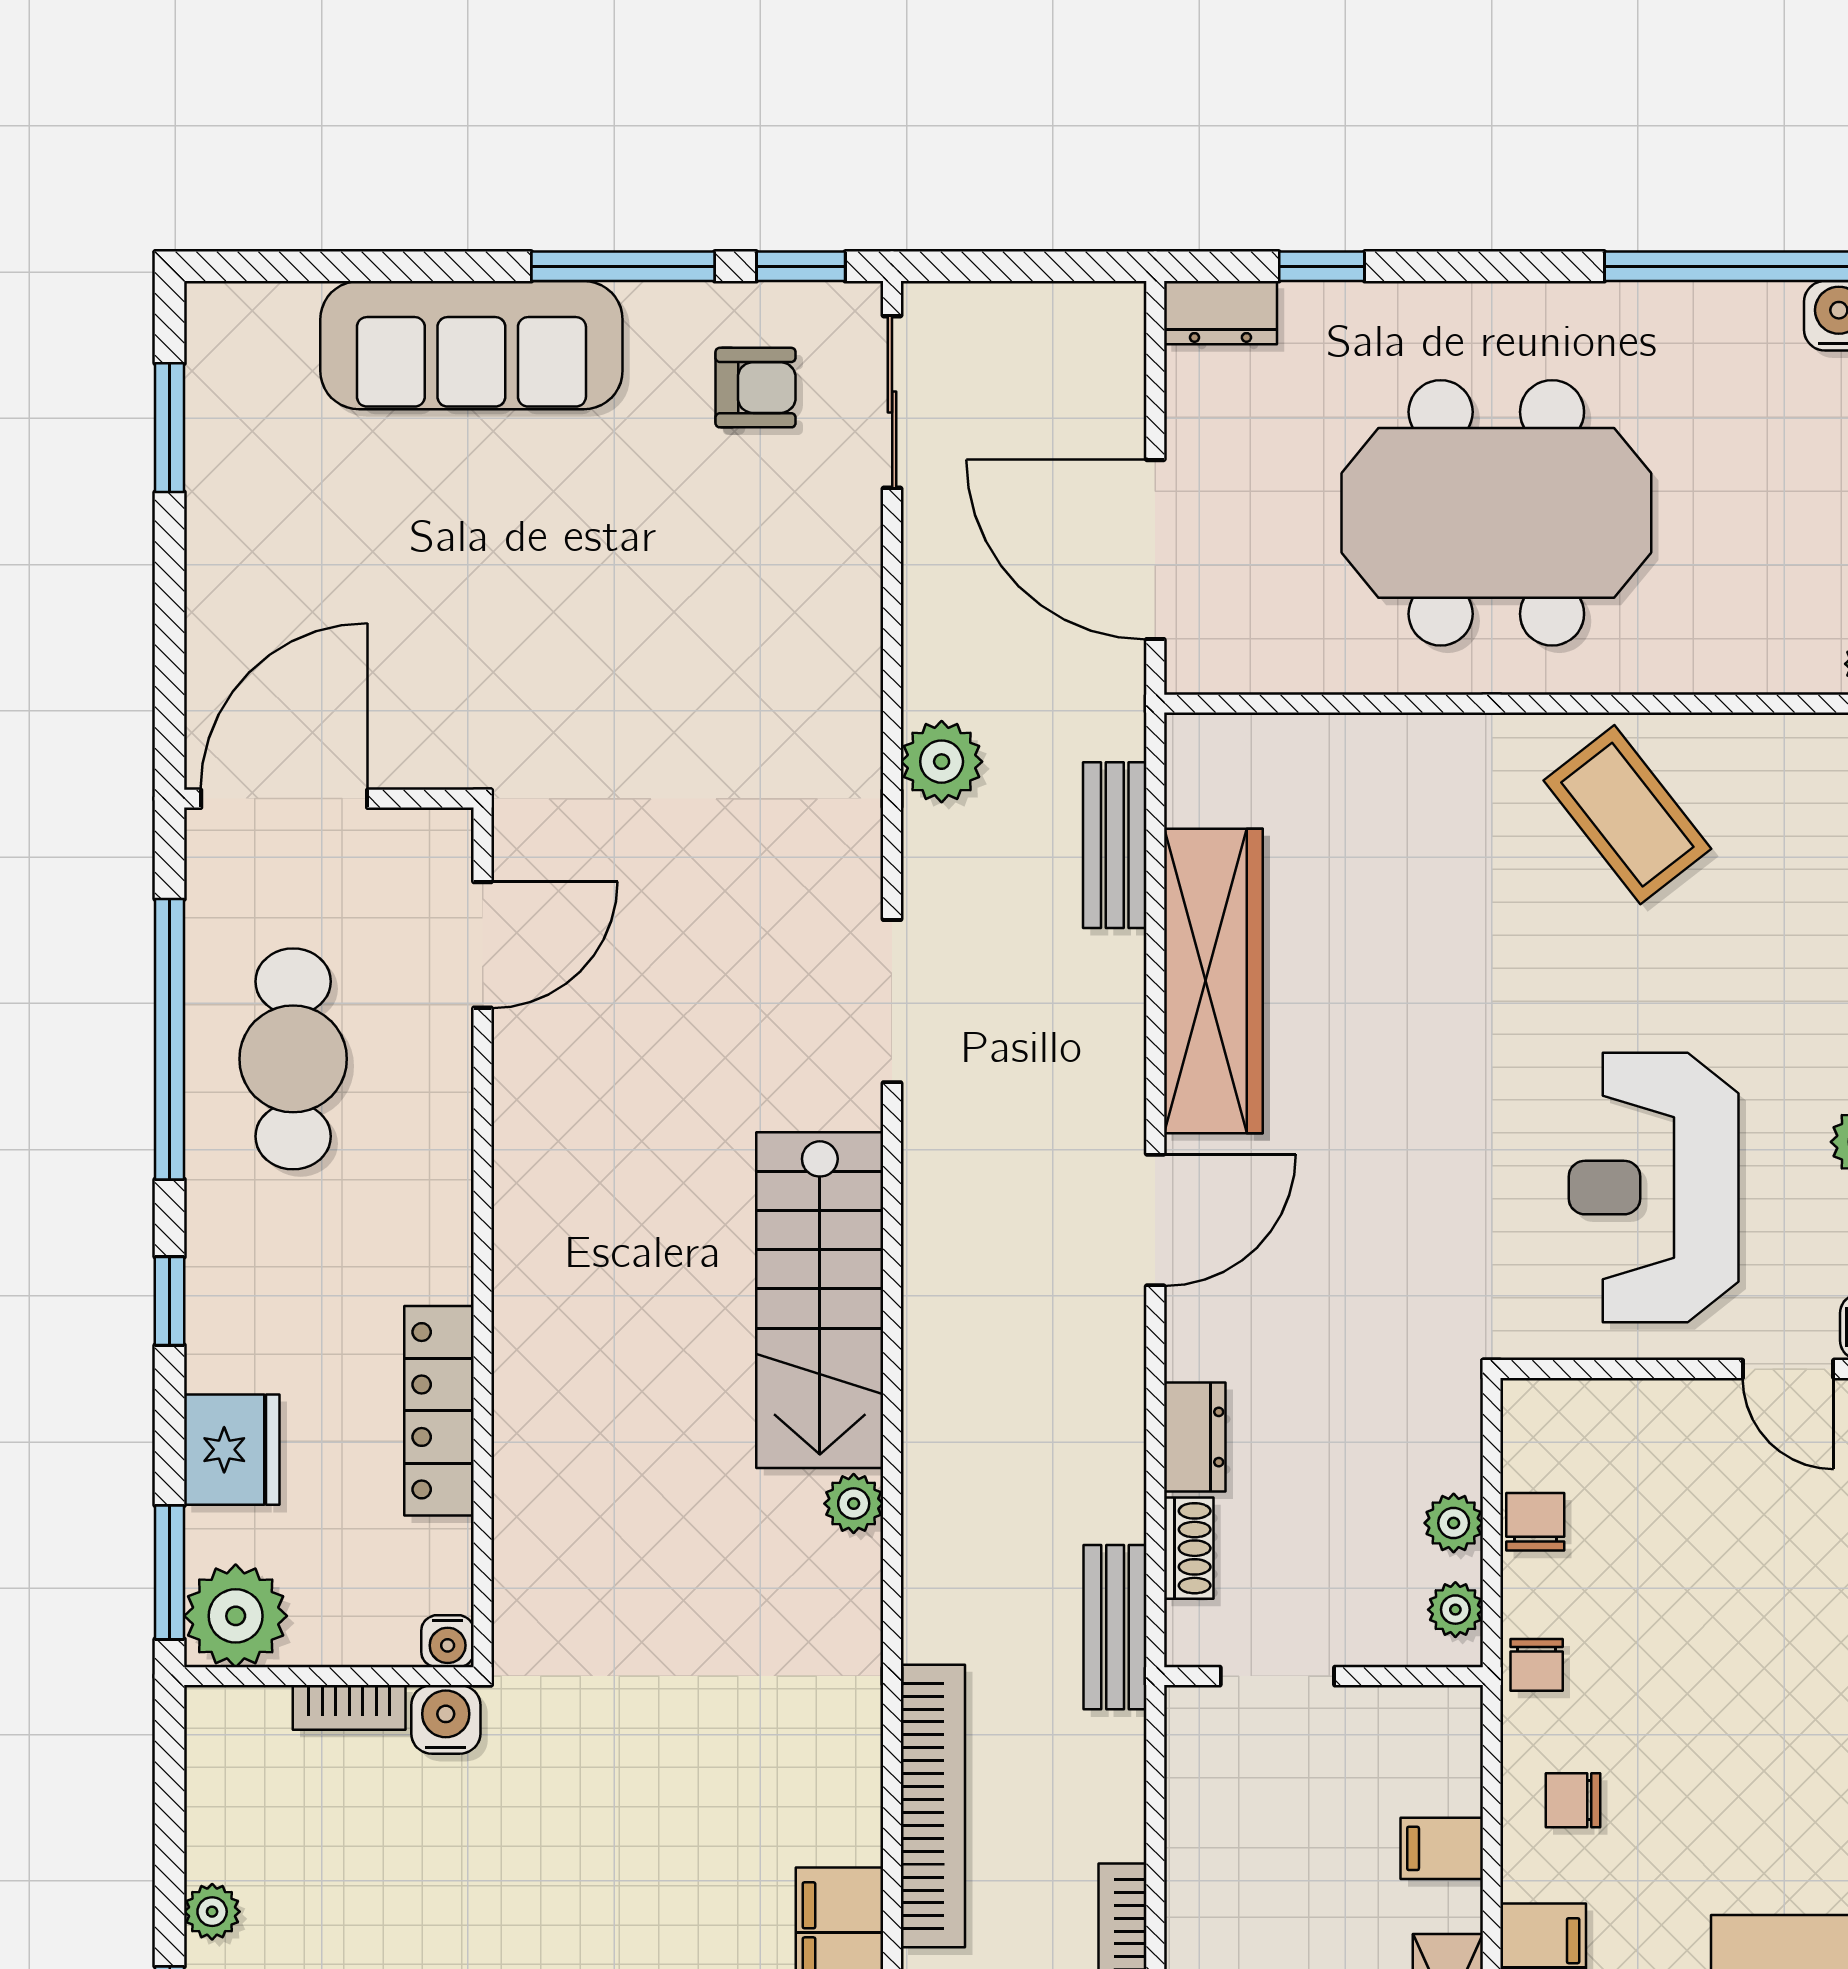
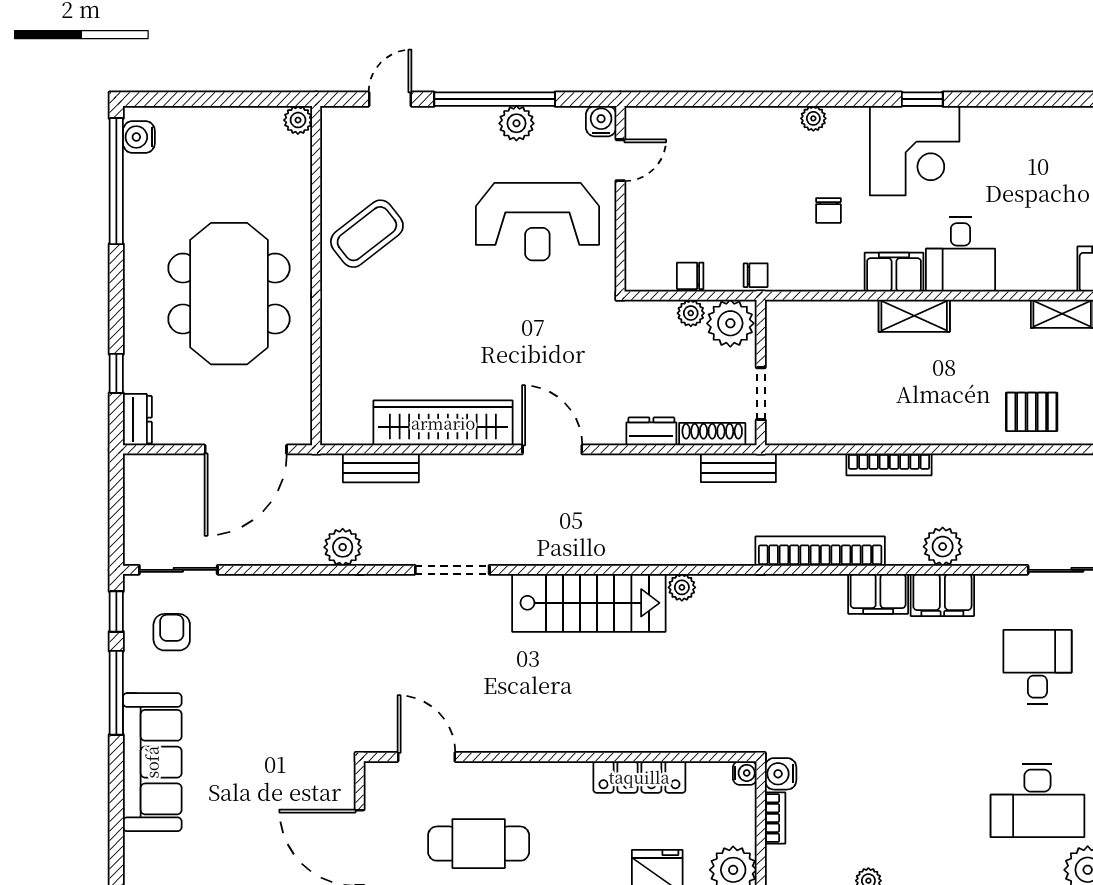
shoe rack: (1189, 1548) -> (712, 434), width x1.43
plant: (1455, 1610) -> (730, 323), width x1.88, depth x1.88
chair: (1573, 1800) -> (828, 210), moved
filing cabinet: (1442, 1848) -> (840, 319), removed

